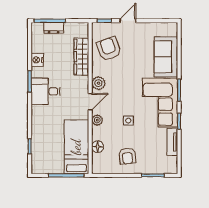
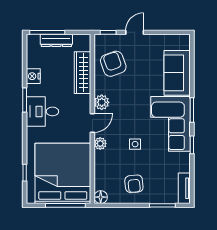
dresser: (54, 28) -> (56, 40), width x1.44
tv unit: (172, 142) -> (184, 188), moved
bed: (76, 147) -> (63, 173), width x2.04
floor lamp: (98, 147) -> (101, 197), moved

